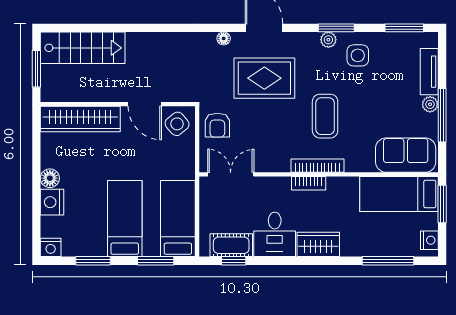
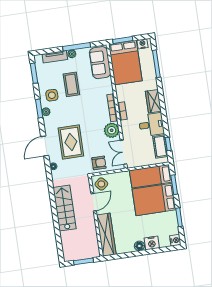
stairs: (83, 48) -> (64, 208), moved
coffee table: (325, 116) -> (71, 84), moved, turned 90
plant: (275, 158) -> (112, 130), added
bed: (399, 194) -> (125, 62), width x1.50
bed: (125, 219) -> (154, 199), width x1.50

